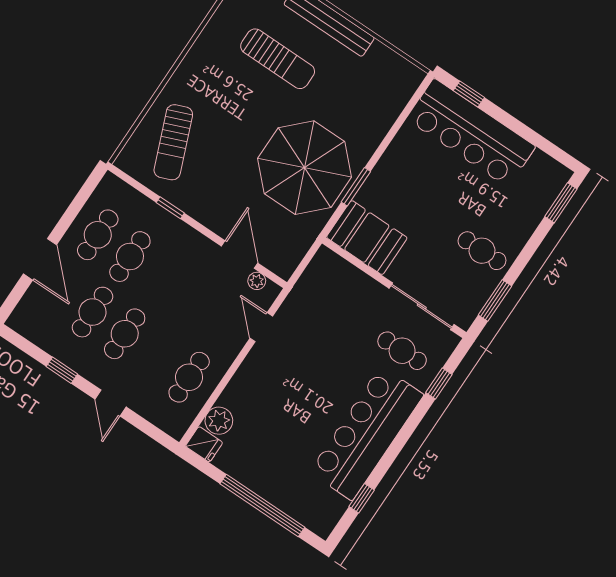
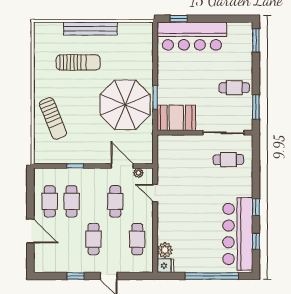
sun lounger: (173, 142) -> (53, 118), moved
cafe table: (92, 312) -> (115, 201), moved
window: (439, 383) -> (256, 207), moved
bar counter: (367, 433) -> (238, 234), moved

